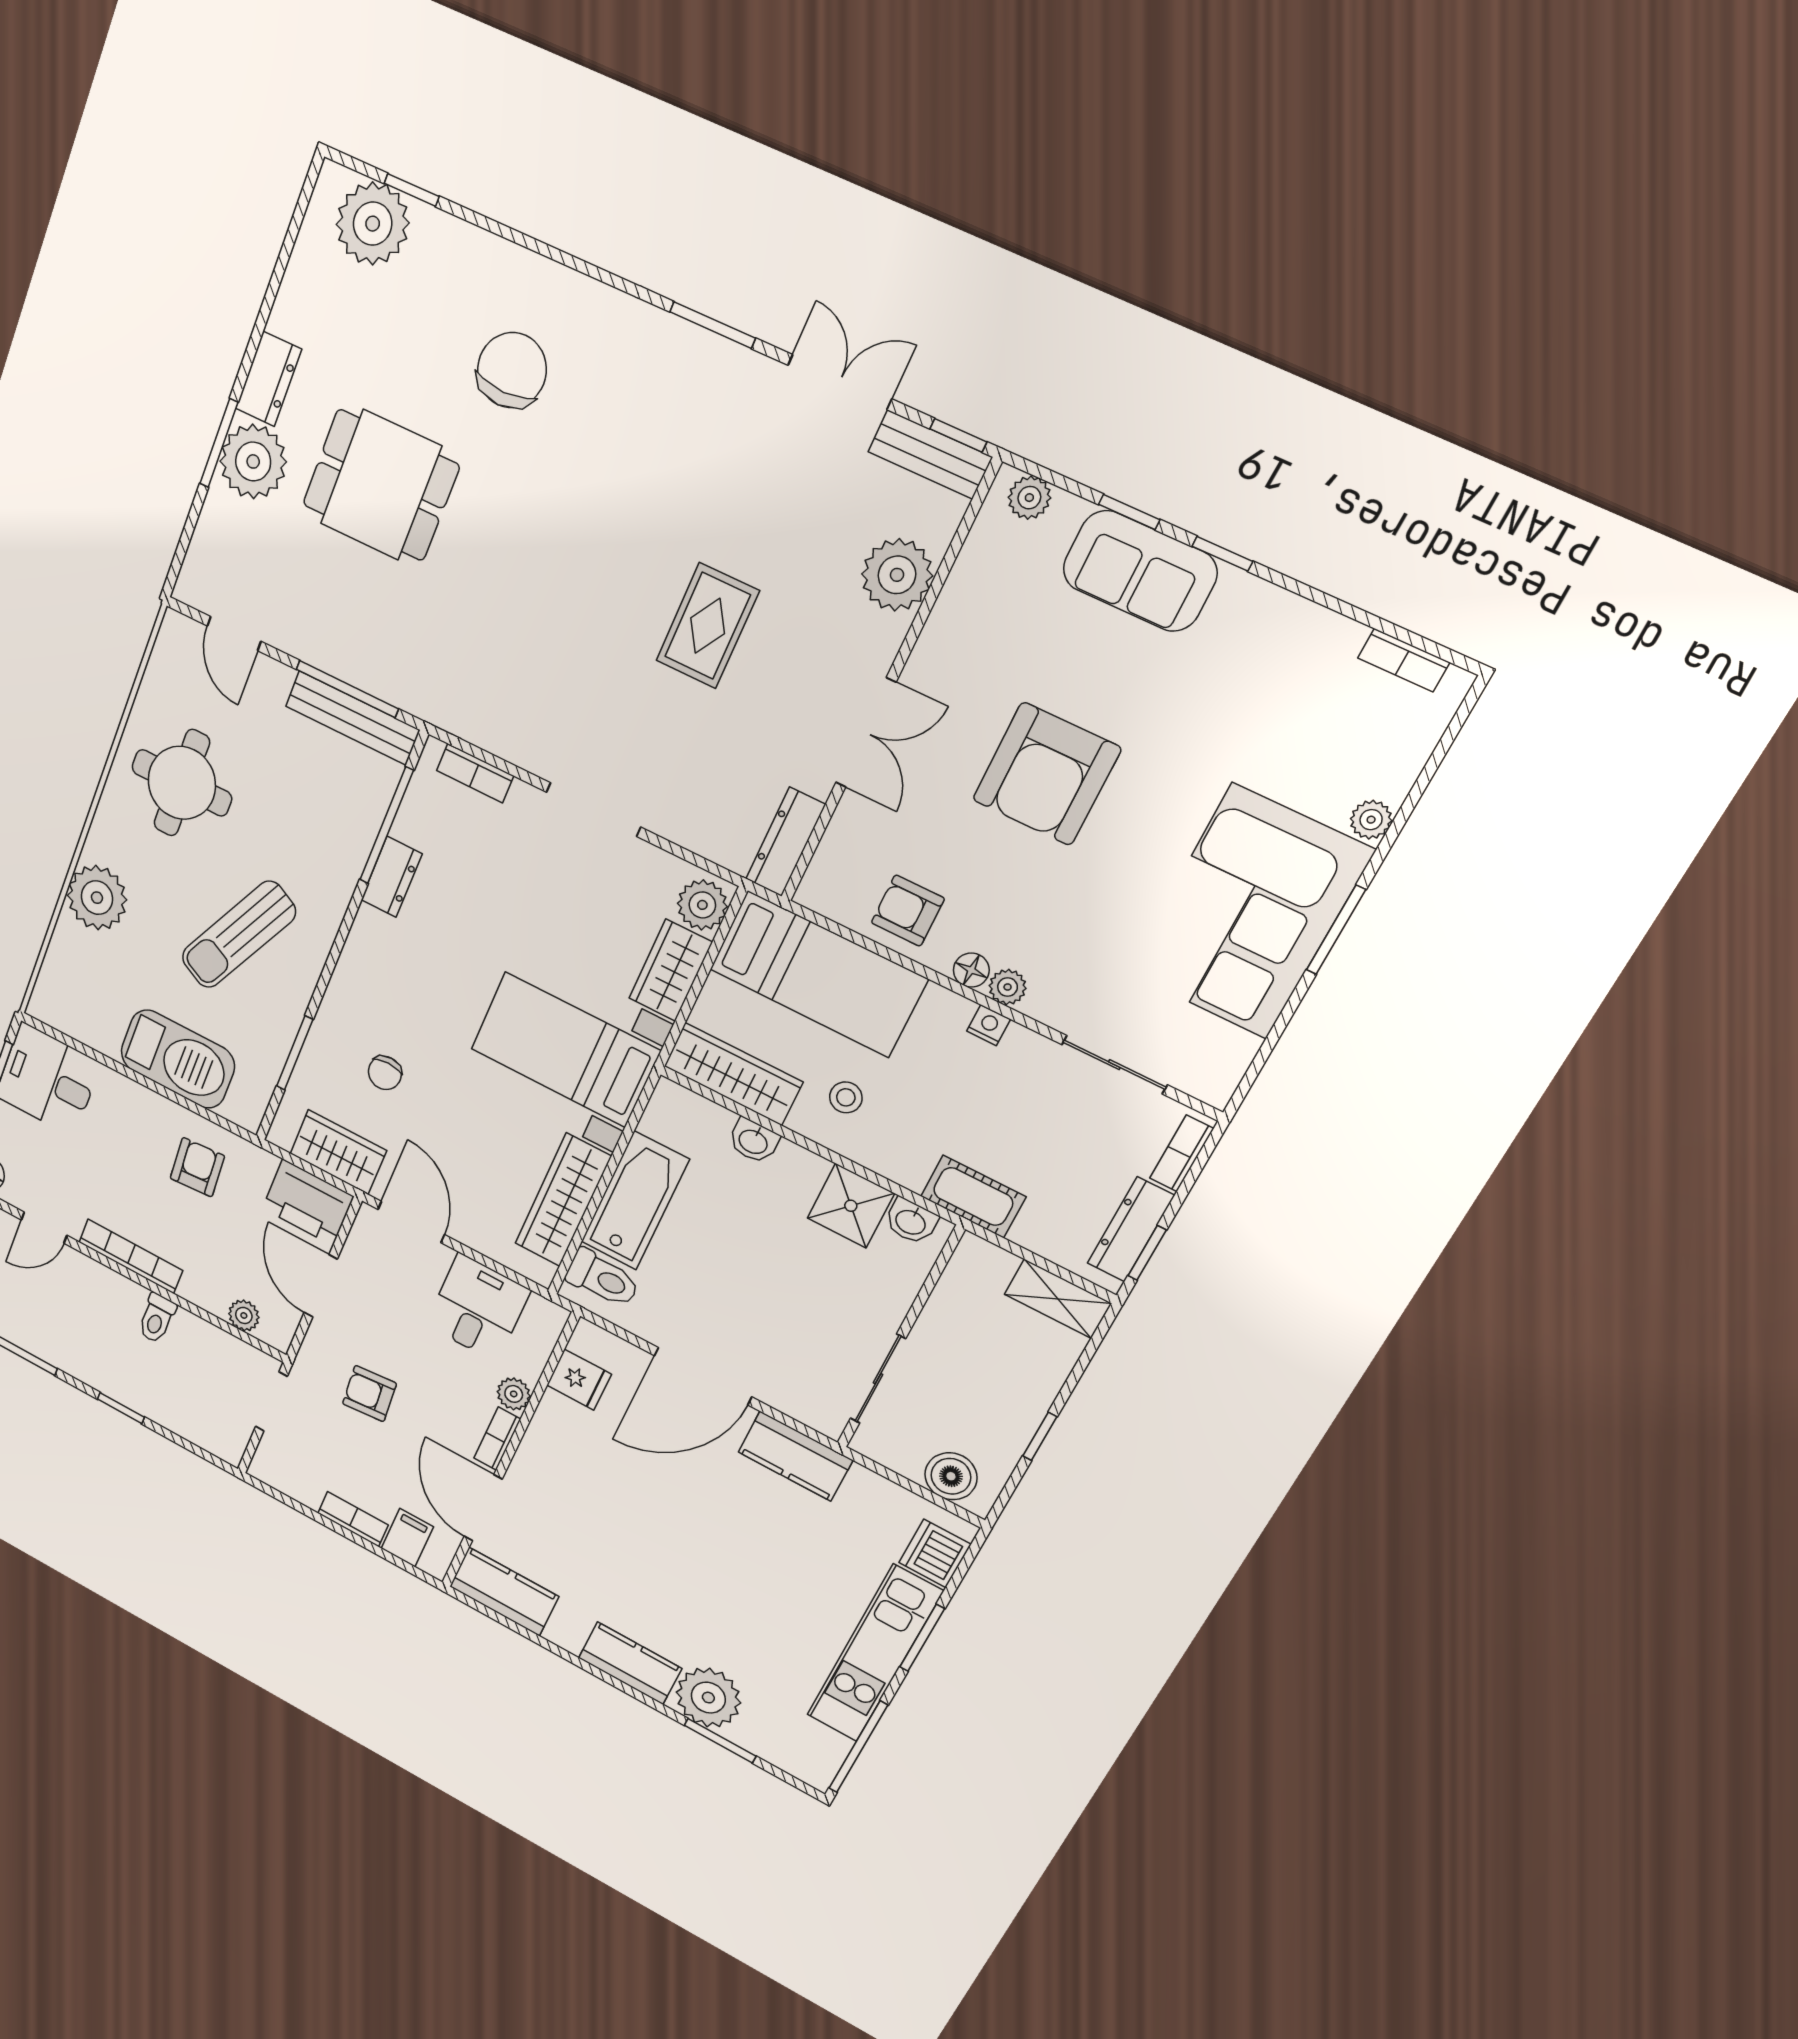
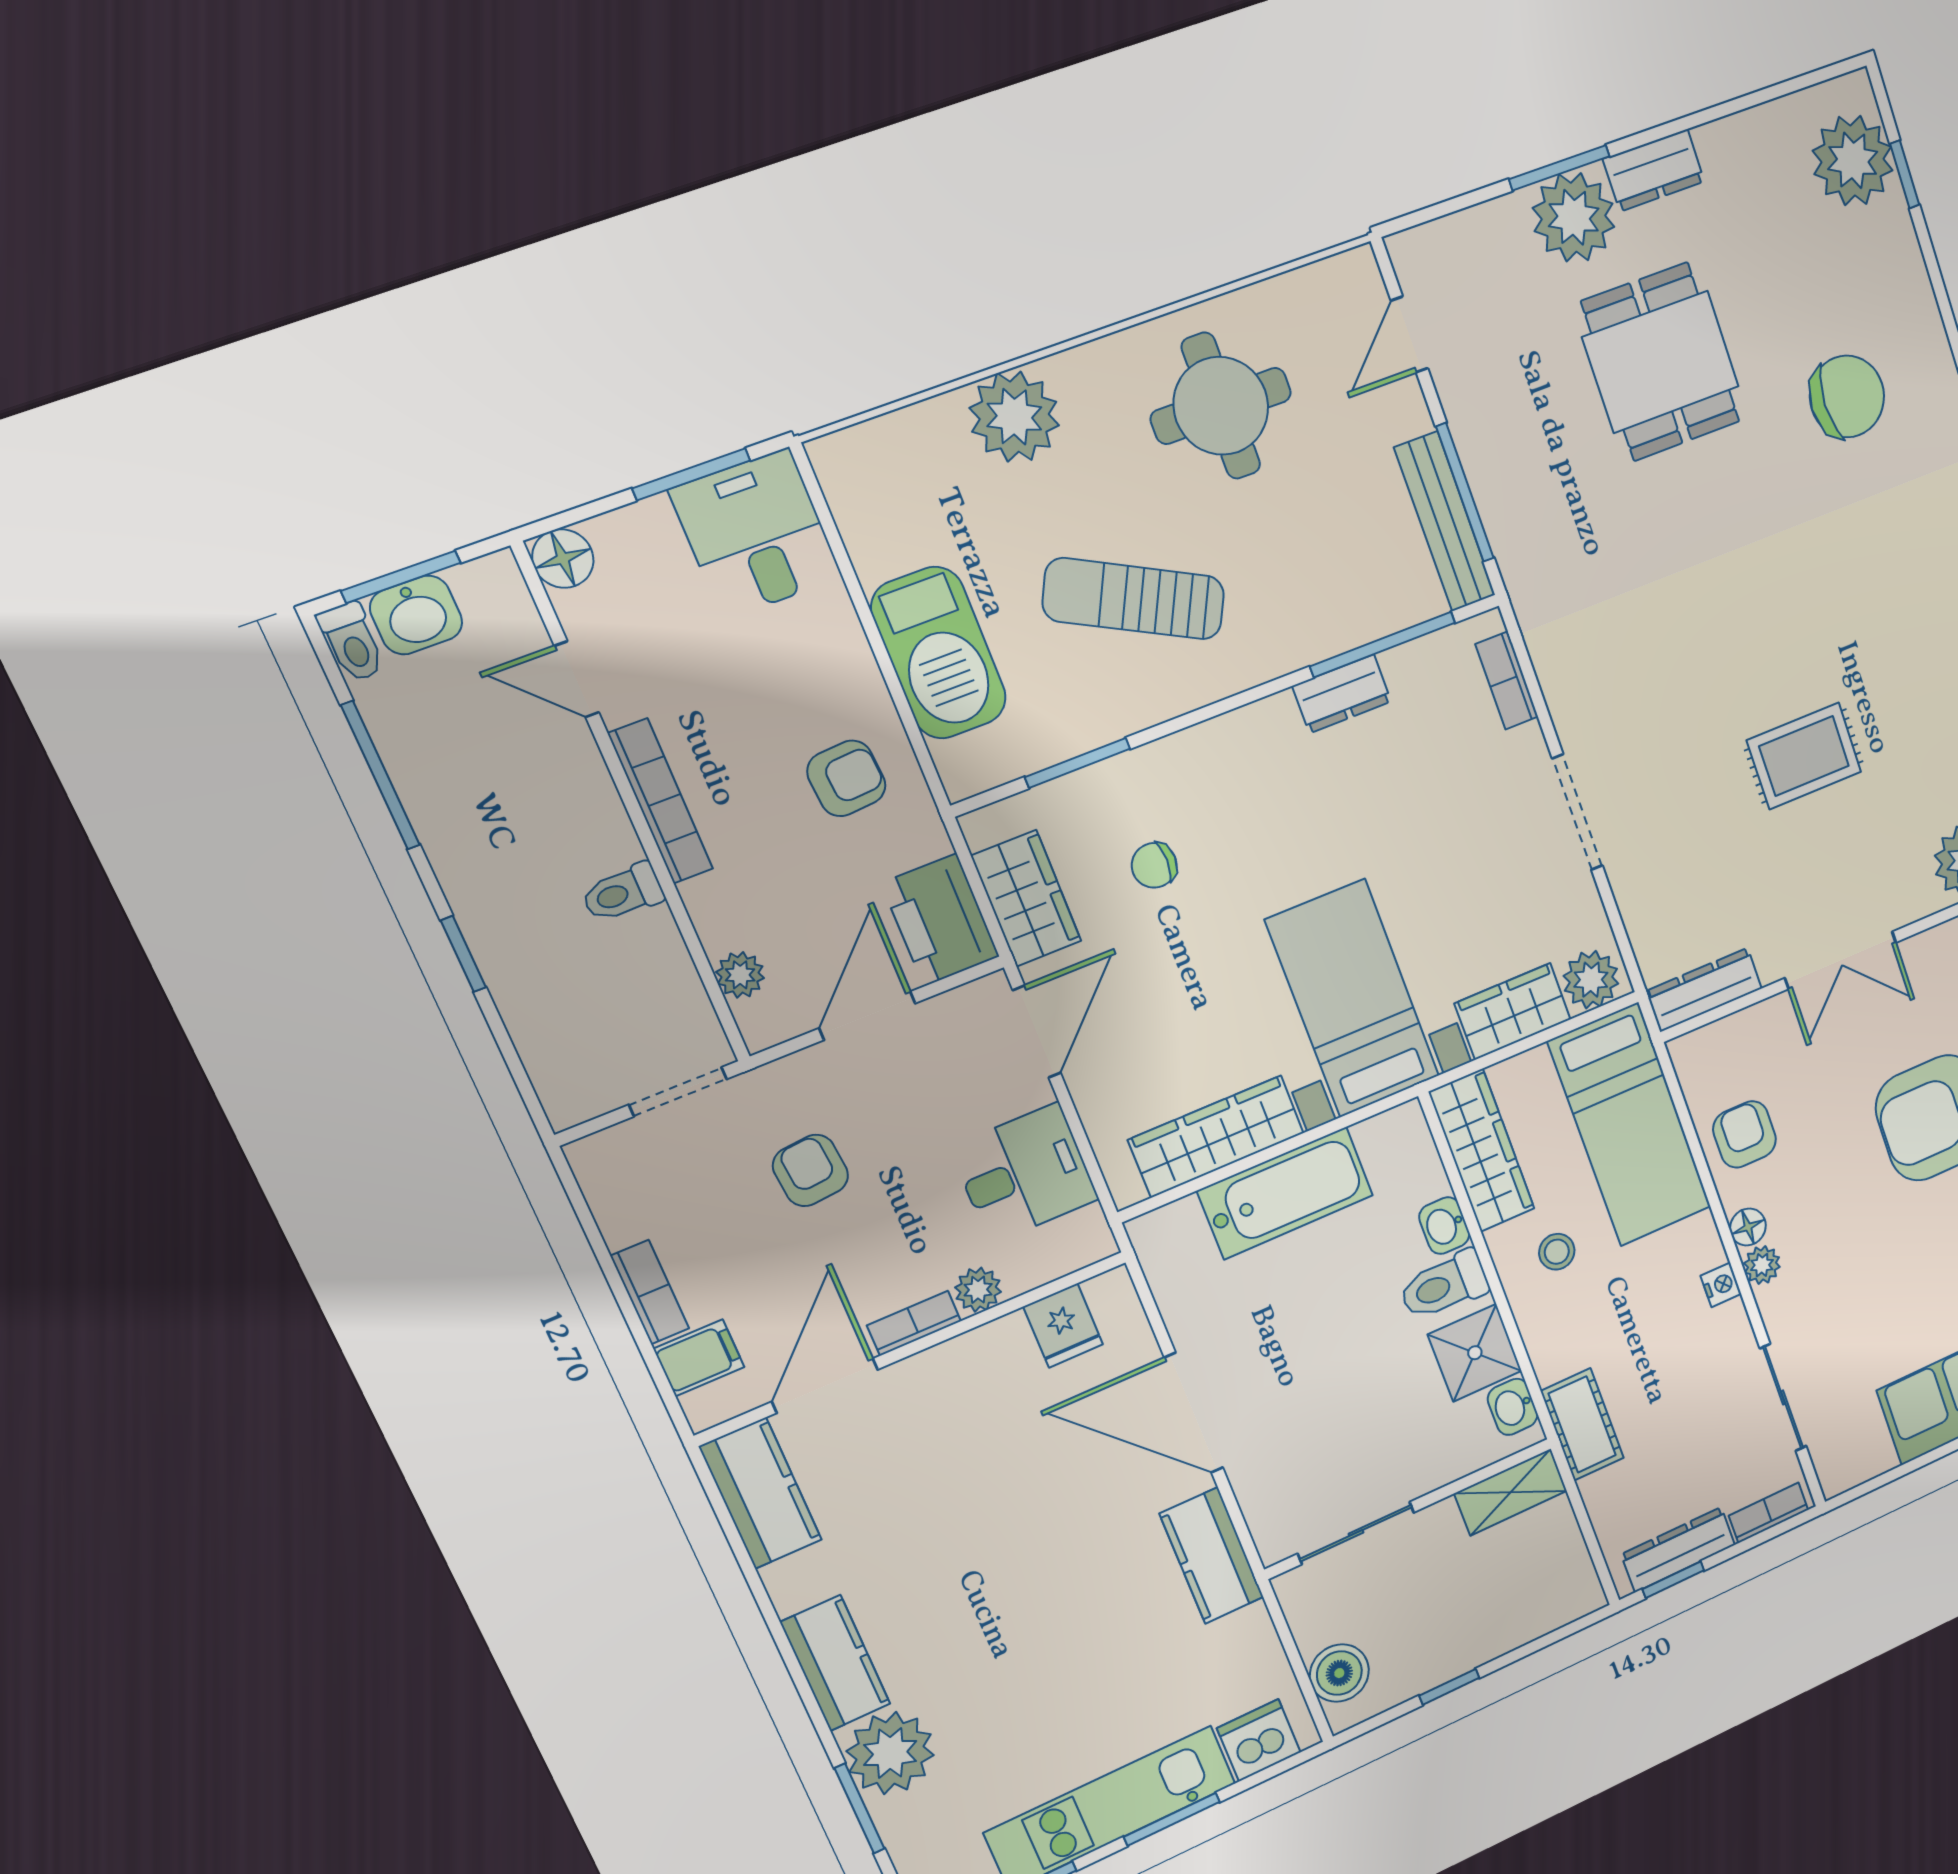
toilet: (603, 1278) -> (1444, 1285), moved, turned 90
shelving: (1058, 1299) -> (1511, 1492), moved, turned 90

